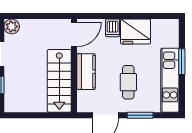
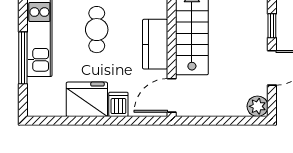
window: (182, 62) -> (23, 58), width x1.44

